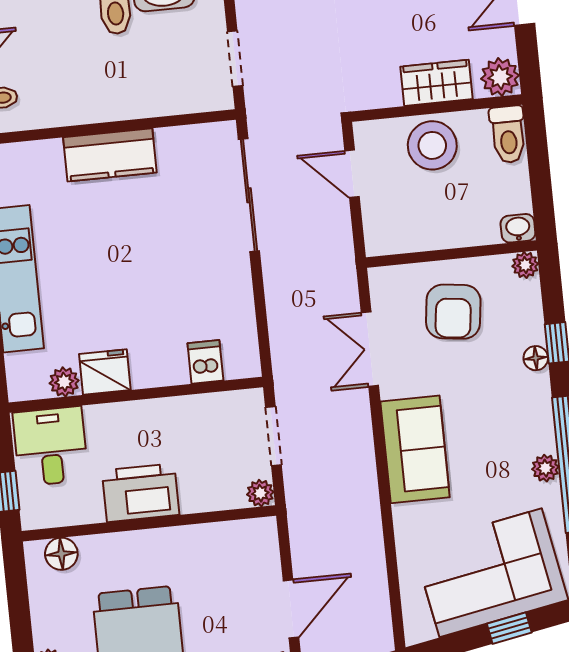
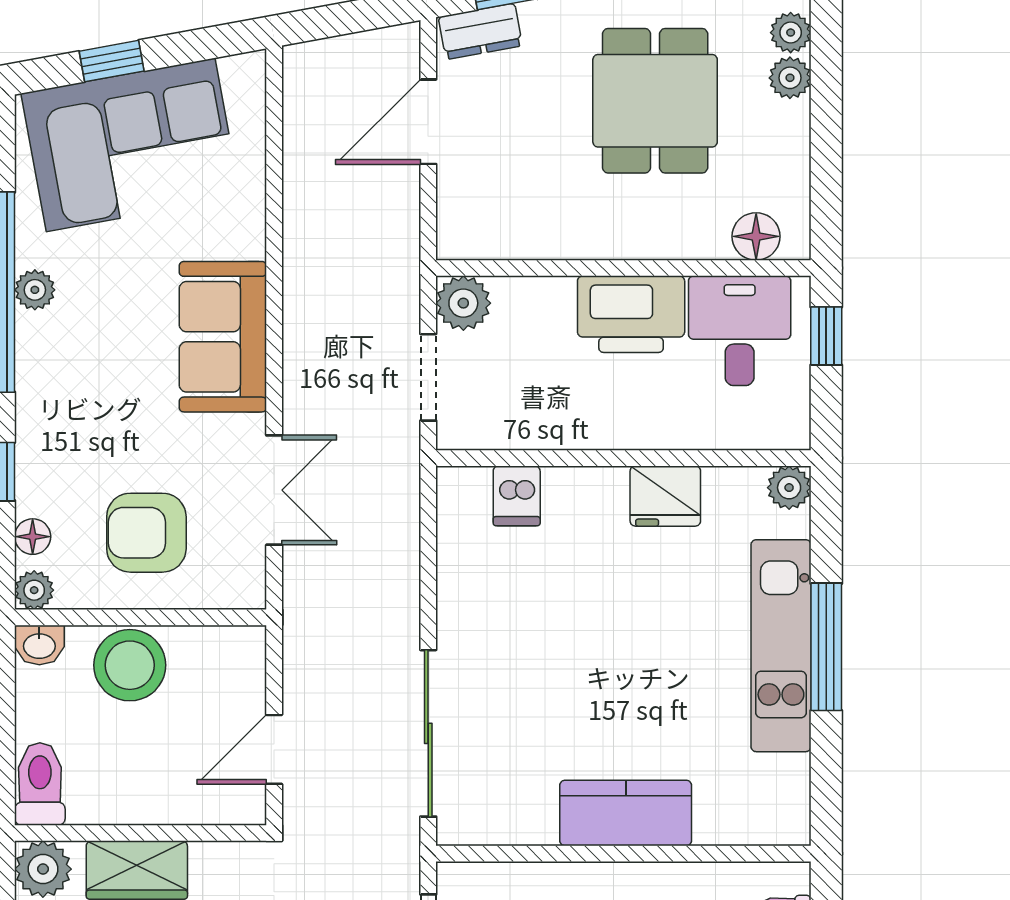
stool: (432, 145) -> (130, 665), moved
door: (352, 174) -> (274, 749), swing flipped
armchair: (453, 312) -> (146, 533), turned -97
floor lamp: (536, 358) -> (33, 537), moved
plant: (64, 382) -> (789, 488), moved
desk: (51, 446) -> (740, 331), moved, turned 180
plant: (260, 493) -> (463, 303), width x1.38, depth x1.38

